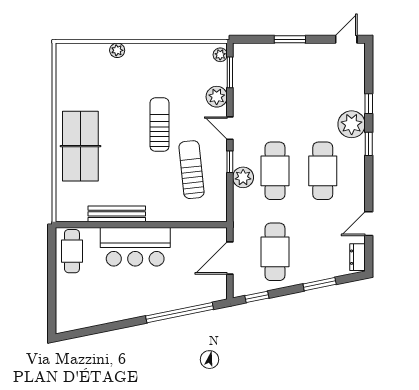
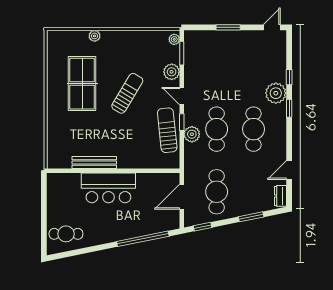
sun lounger: (160, 125) -> (127, 93), turned 31
table tennis table: (80, 146) -> (82, 84), moved
sun lounger: (192, 170) -> (167, 130), moved
cafe table: (72, 251) -> (66, 234), moved, turned 90

